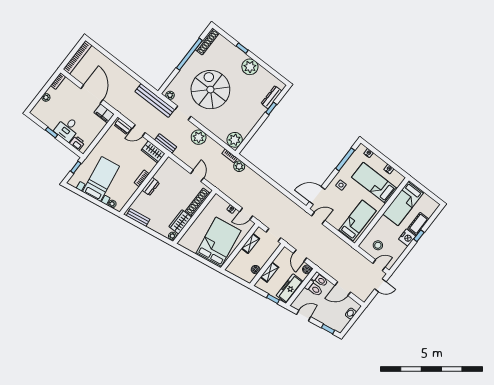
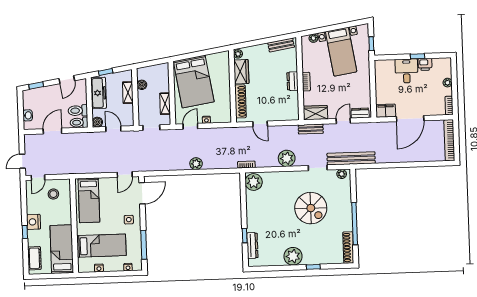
spiral stairs: (210, 90) -> (311, 208), width x0.73, depth x0.73
door: (92, 94) -> (410, 119), hinge flipped
printer: (77, 143) -> (425, 64), moved
plant: (239, 166) -> (196, 164), moved
cot: (418, 224) -> (34, 258), moved

